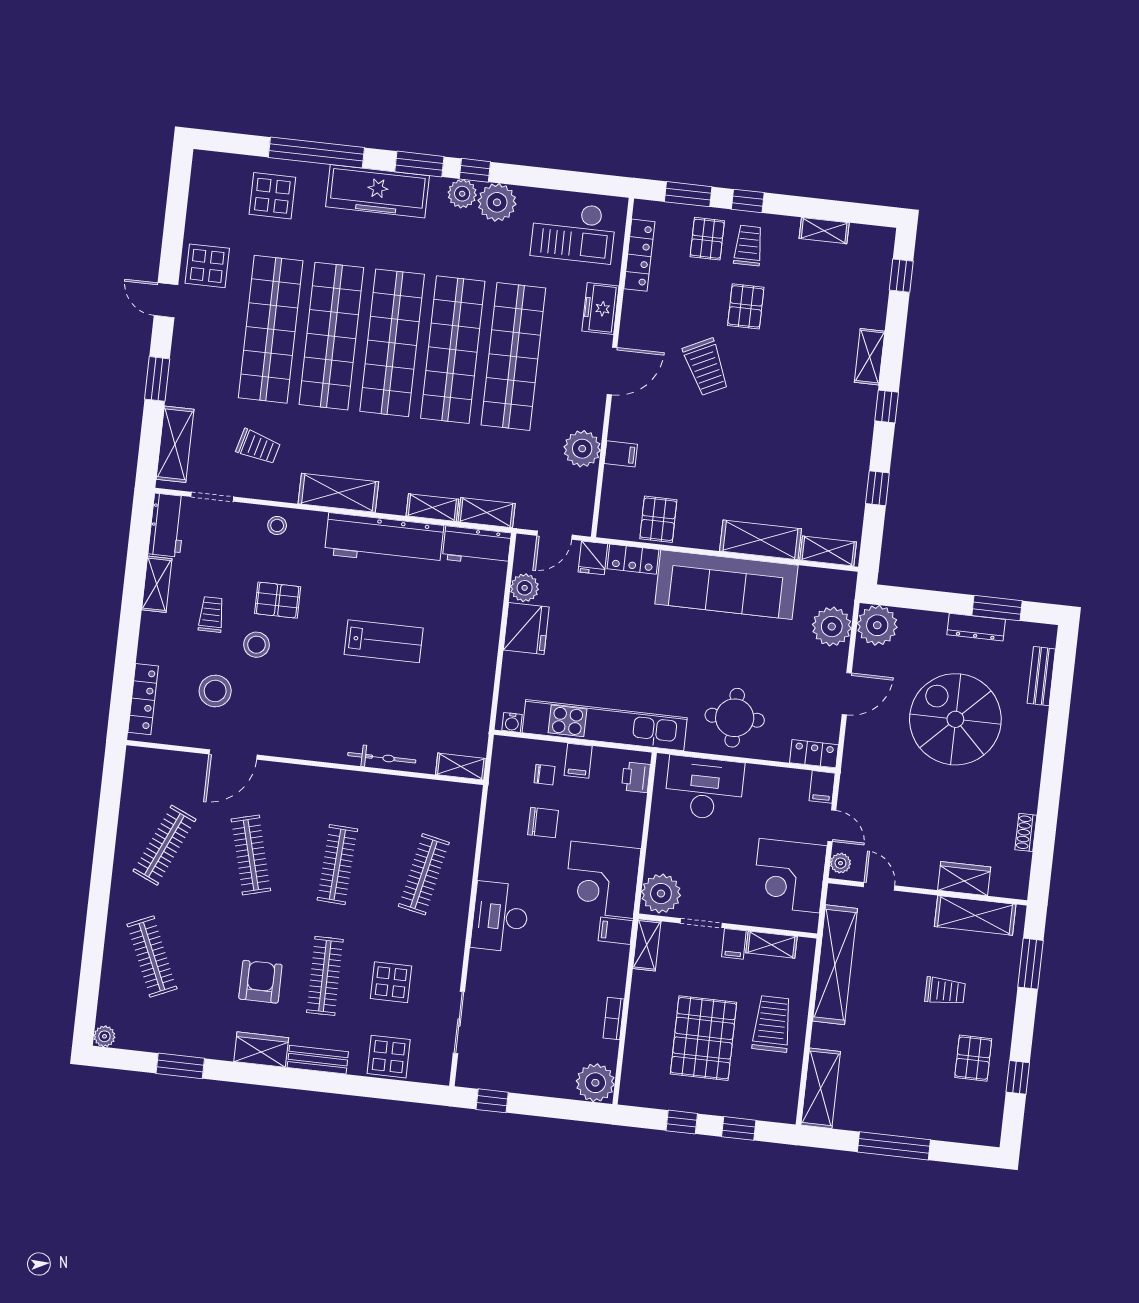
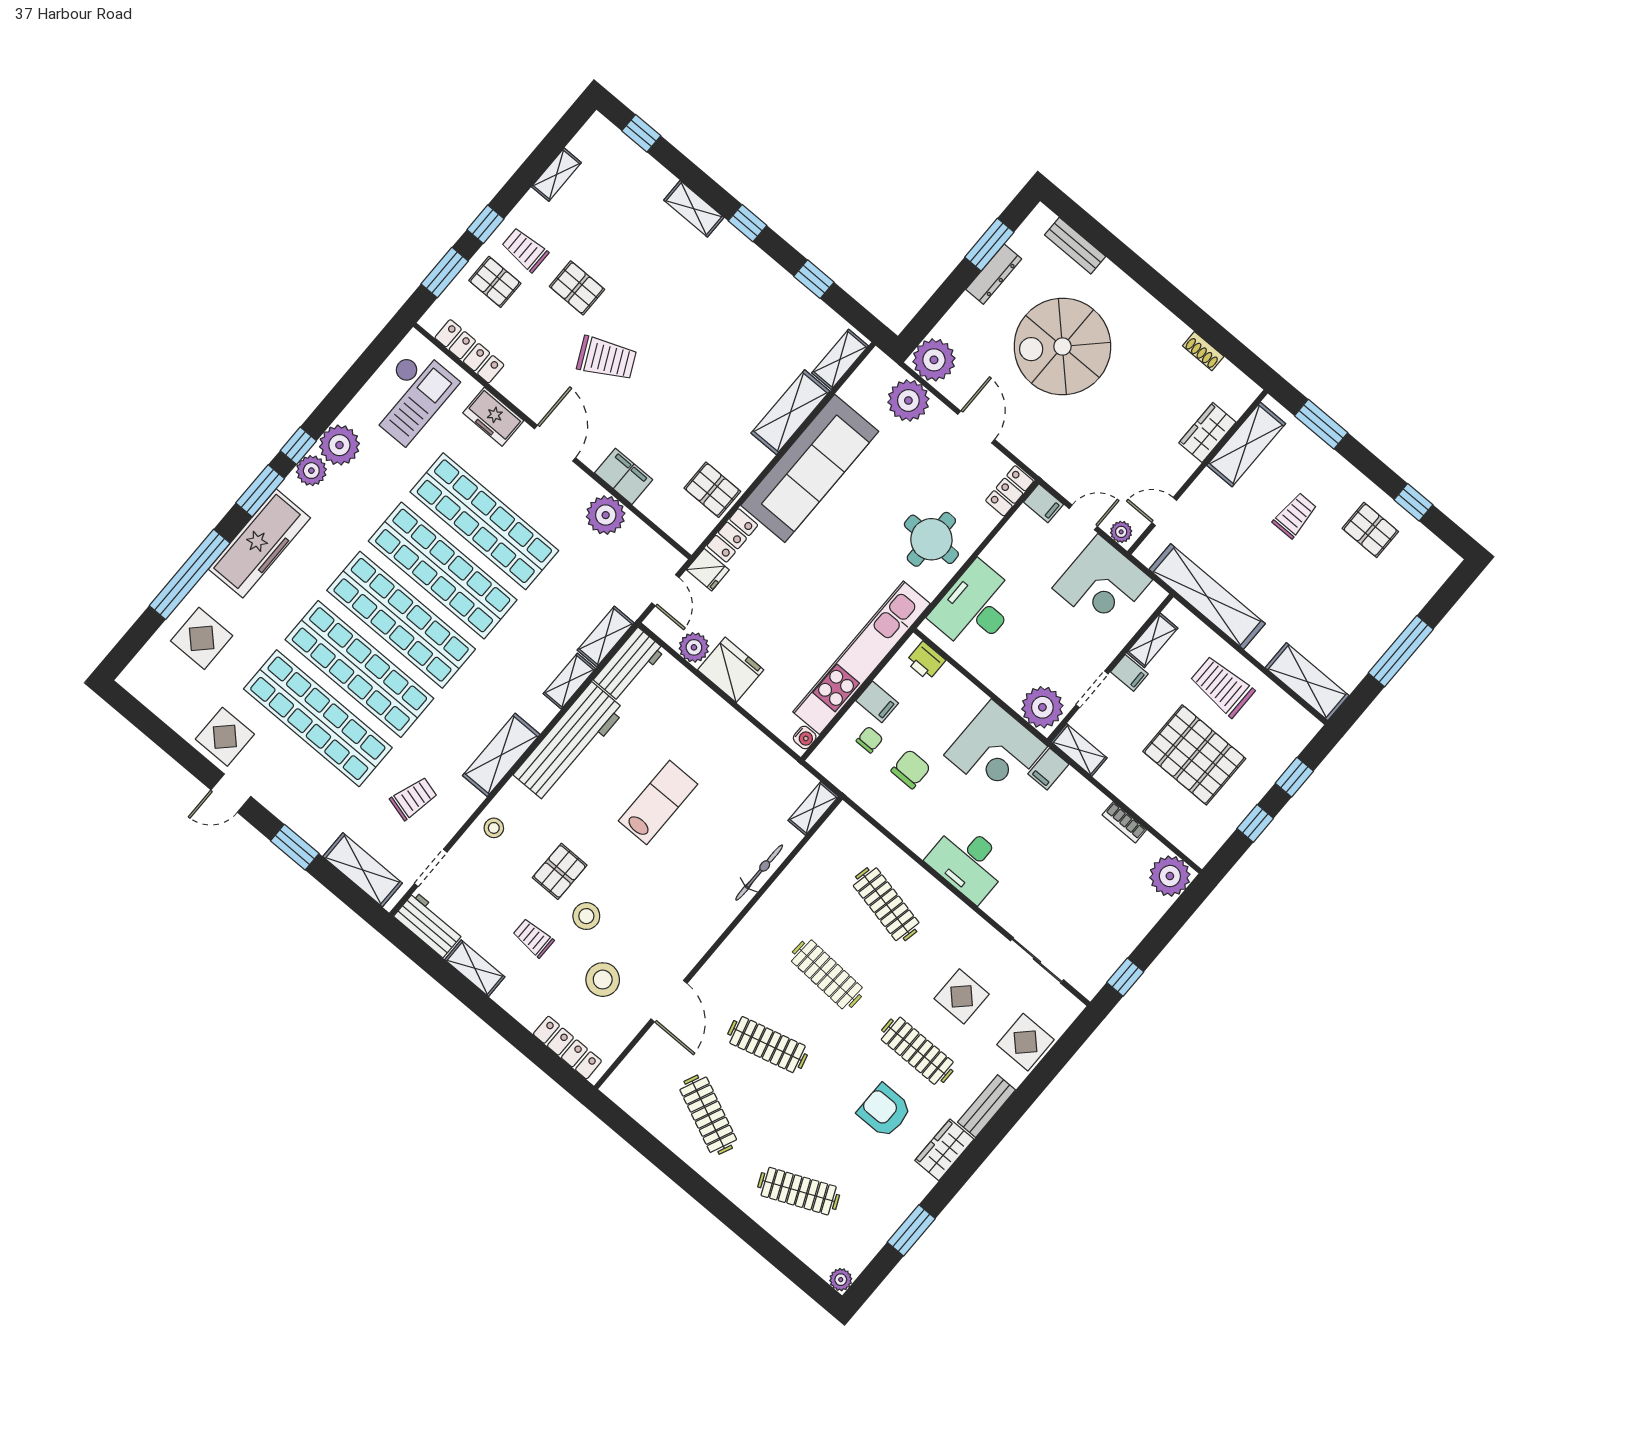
filing cabinet: (621, 454) -> (624, 476), width x2.00

